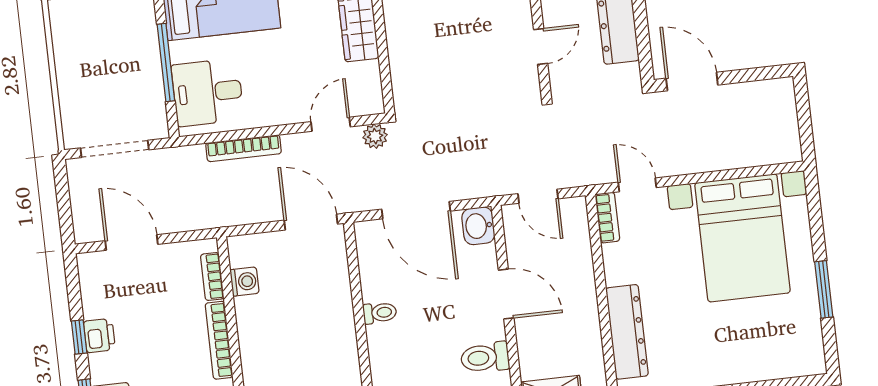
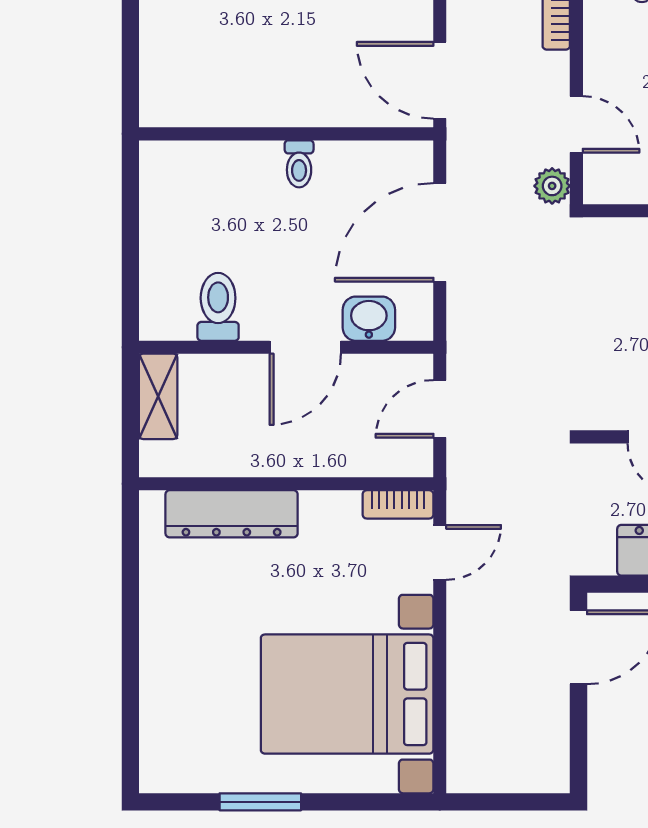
door: (311, 222) -> (440, 80), swing flipped
washbasin: (478, 226) -> (369, 319), moved

